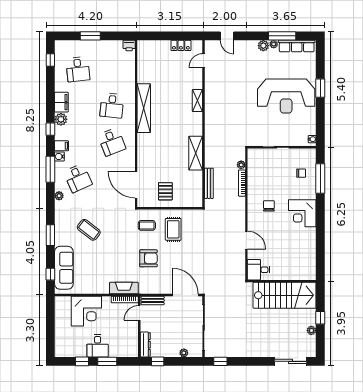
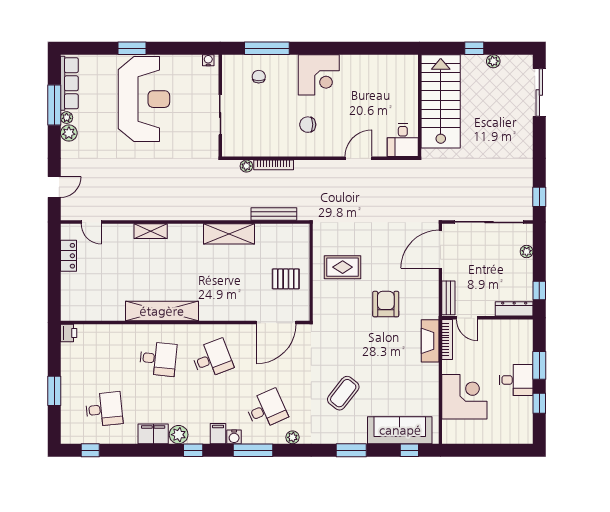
coffee table: (147, 225) -> (337, 307), removed

